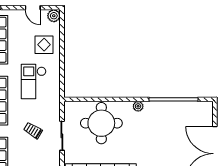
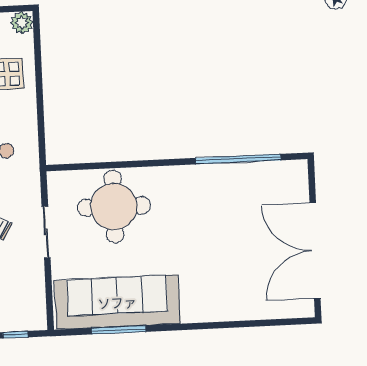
plant: (138, 106) -> (177, 174), removed

